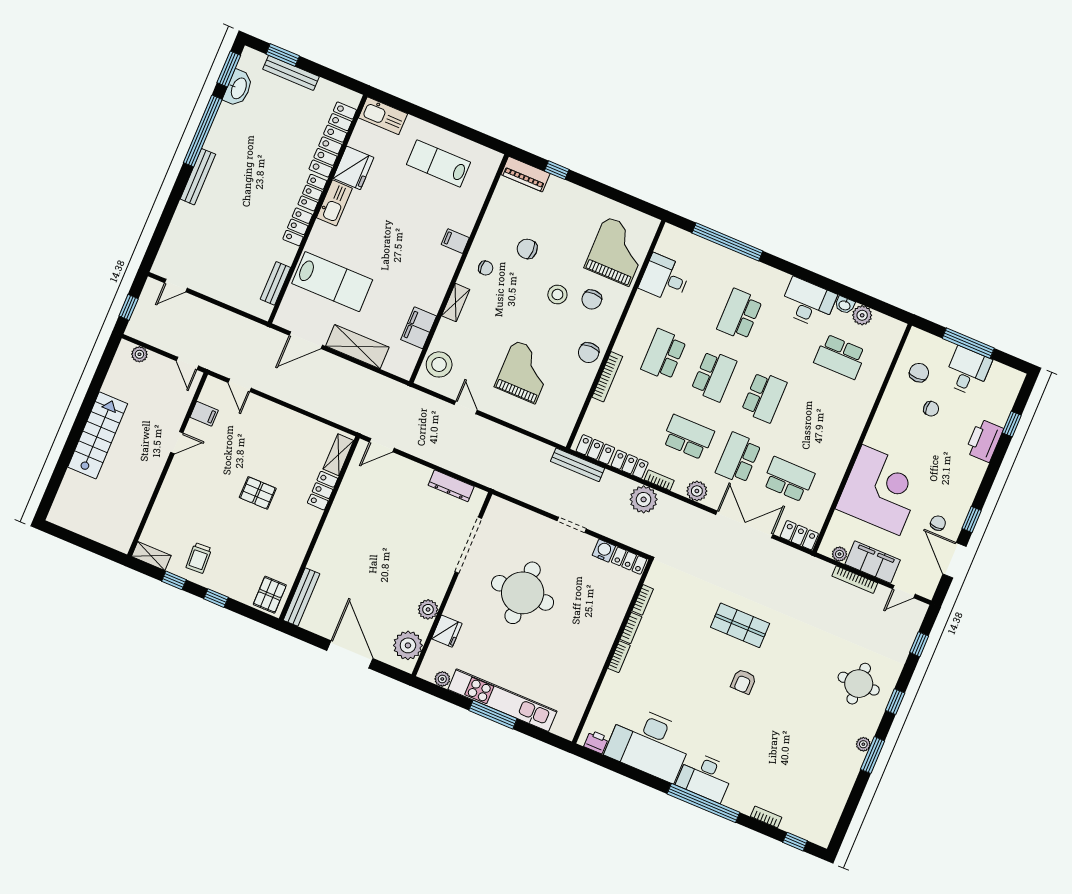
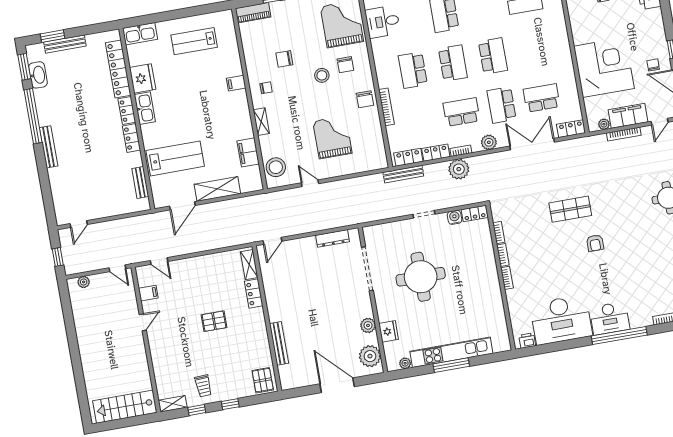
stairs: (98, 435) -> (125, 407), moved, turned -90
bench: (302, 597) -> (279, 343), moved

